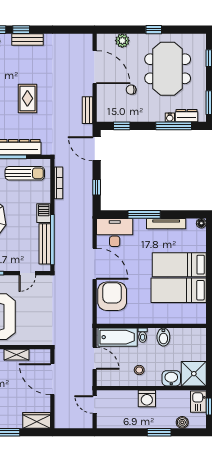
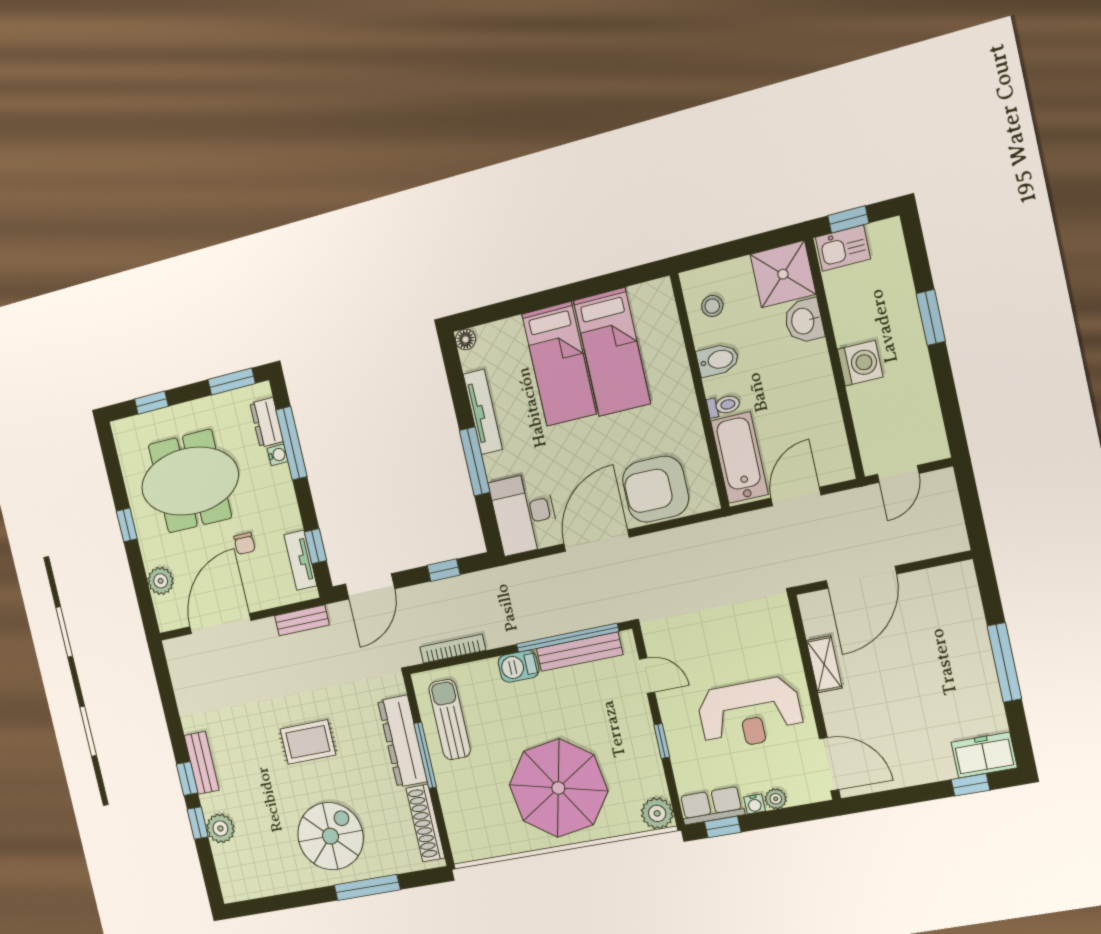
tv unit: (117, 117) -> (300, 560), added
stool: (139, 370) -> (712, 306), moved
wardrobe: (37, 420) -> (961, 593), removed
boiler: (182, 422) -> (897, 272), removed

